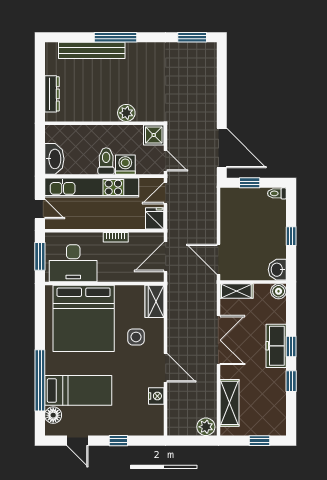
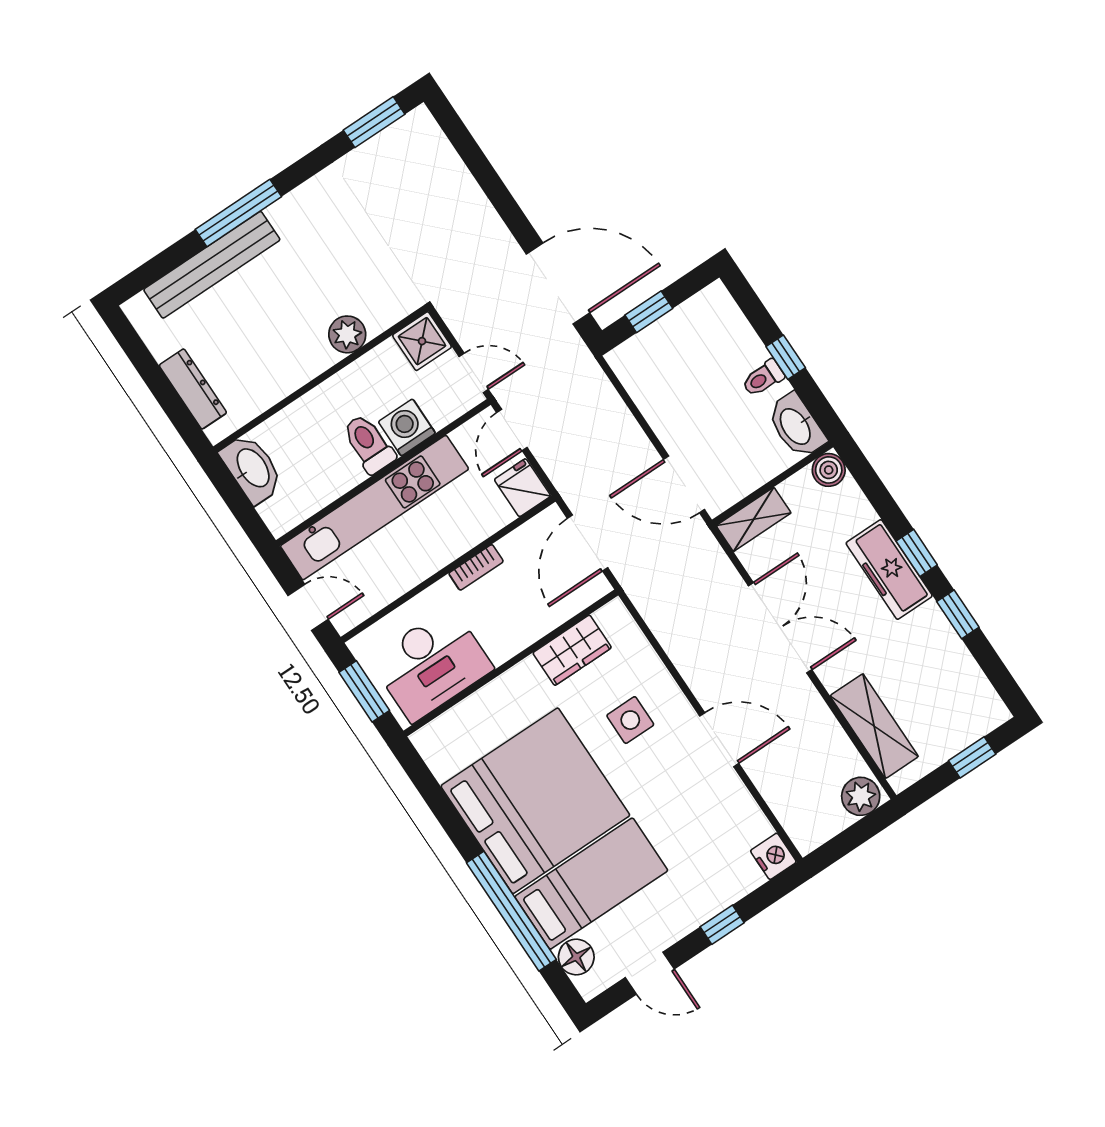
washbasin: (54, 159) -> (252, 469), moved
toilet: (277, 193) -> (763, 378), moved
washbasin: (277, 270) -> (796, 426), width x1.38
wardrobe: (154, 301) -> (572, 650), moved, turned -90
bed: (84, 318) -> (535, 801), moved, turned -90
nightstand: (156, 396) -> (773, 856), moved

